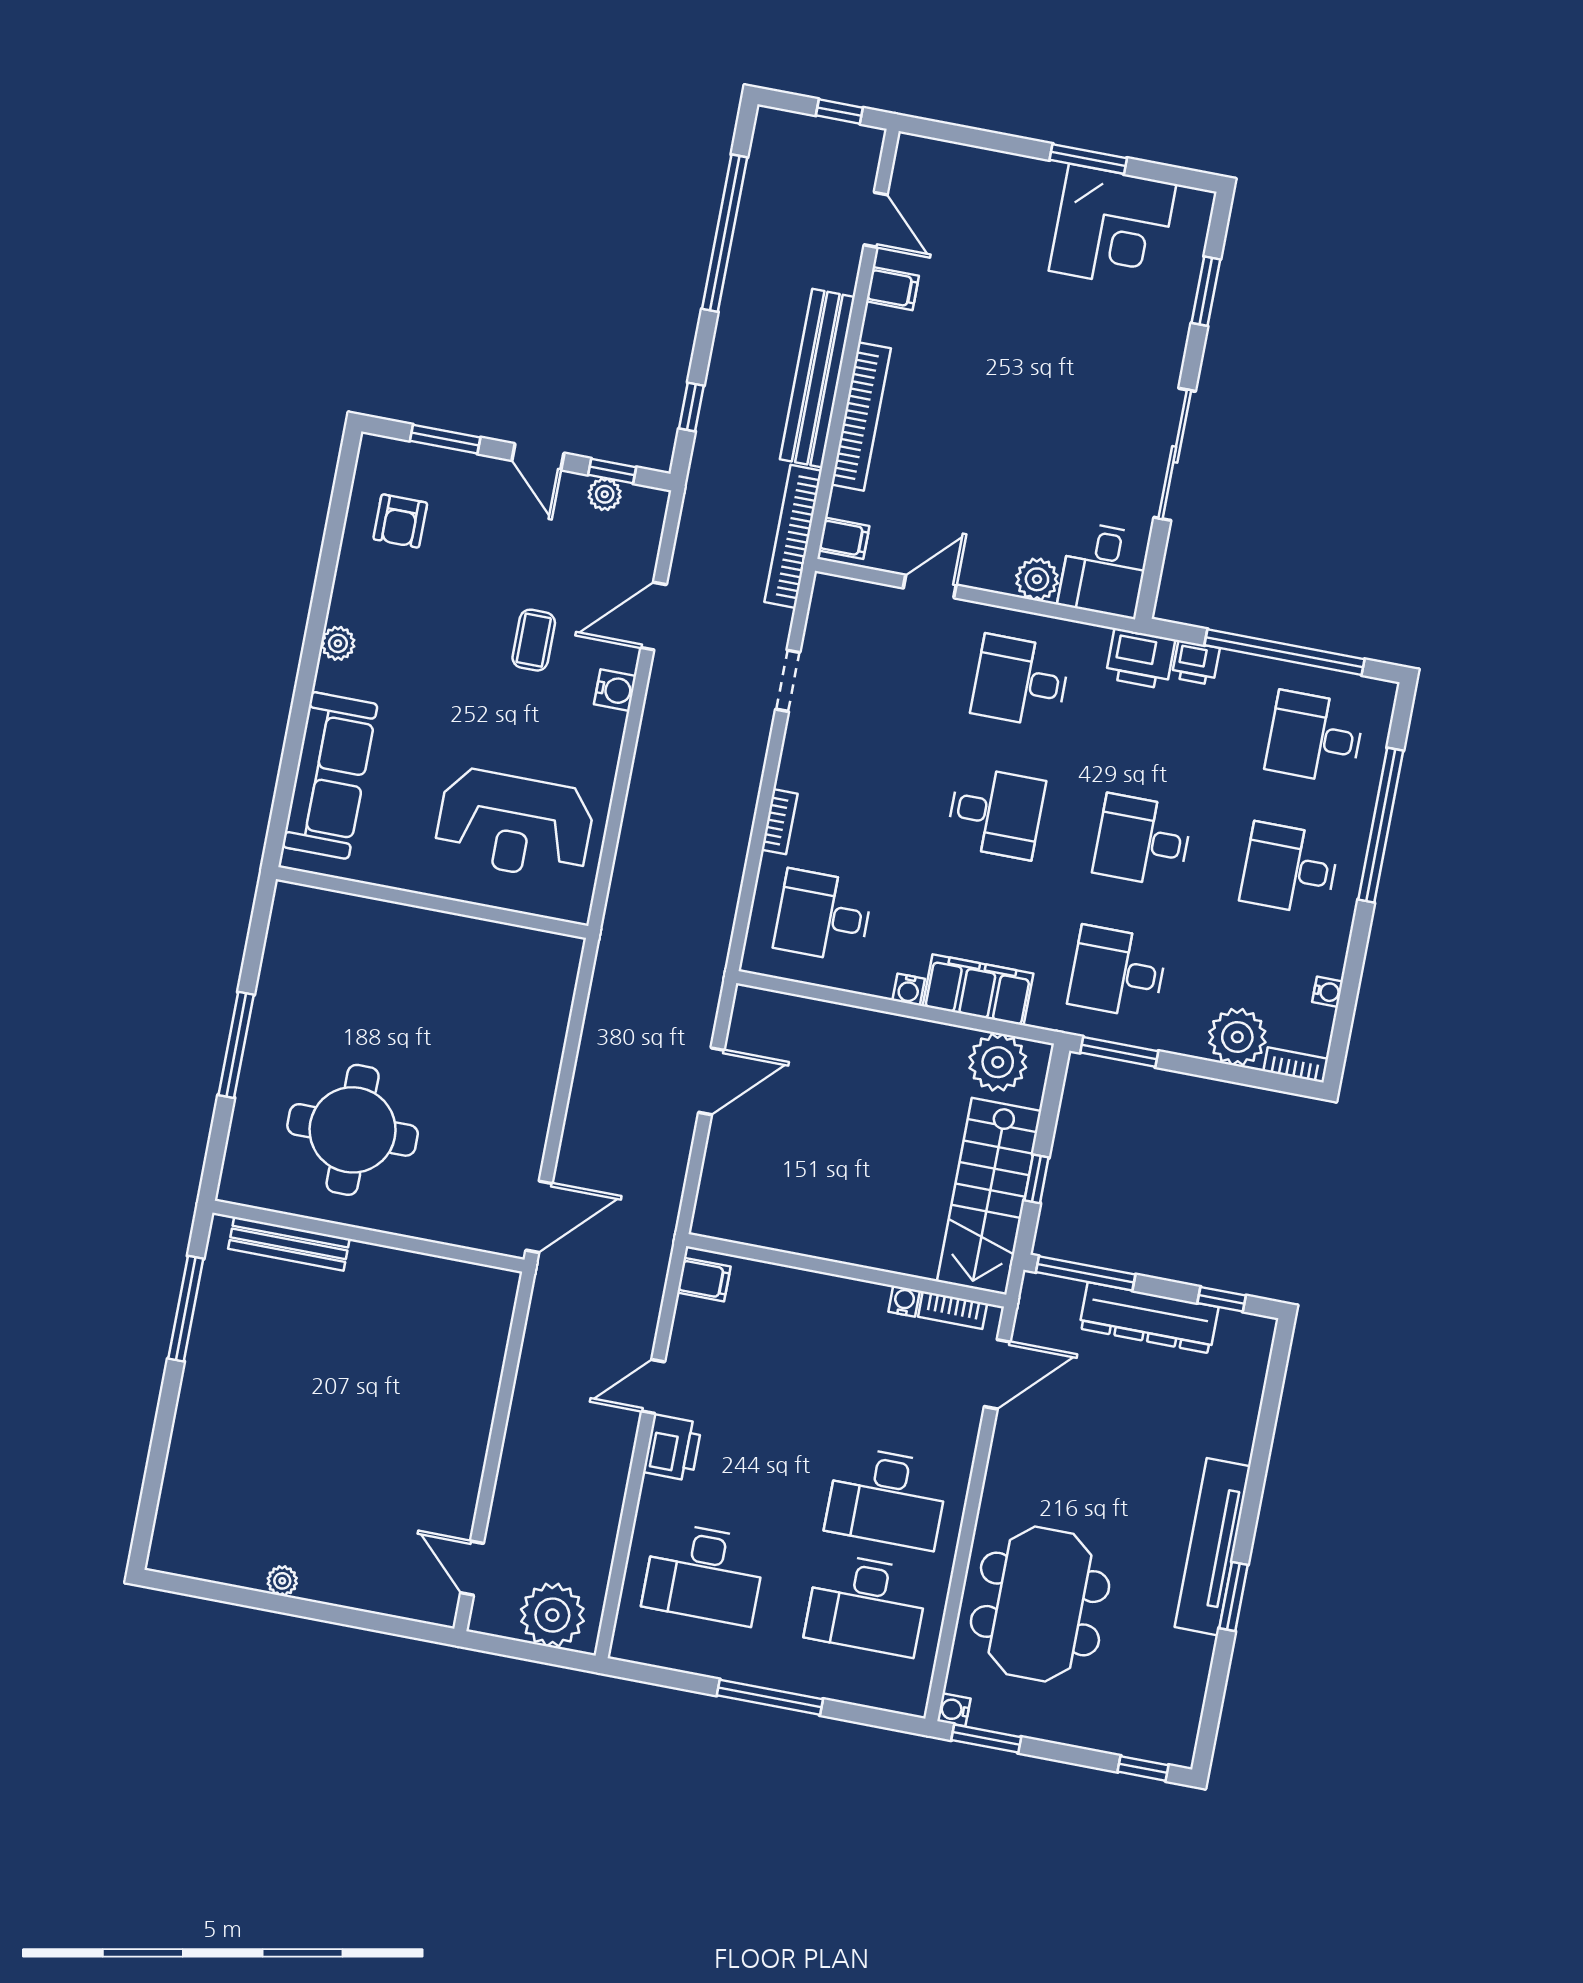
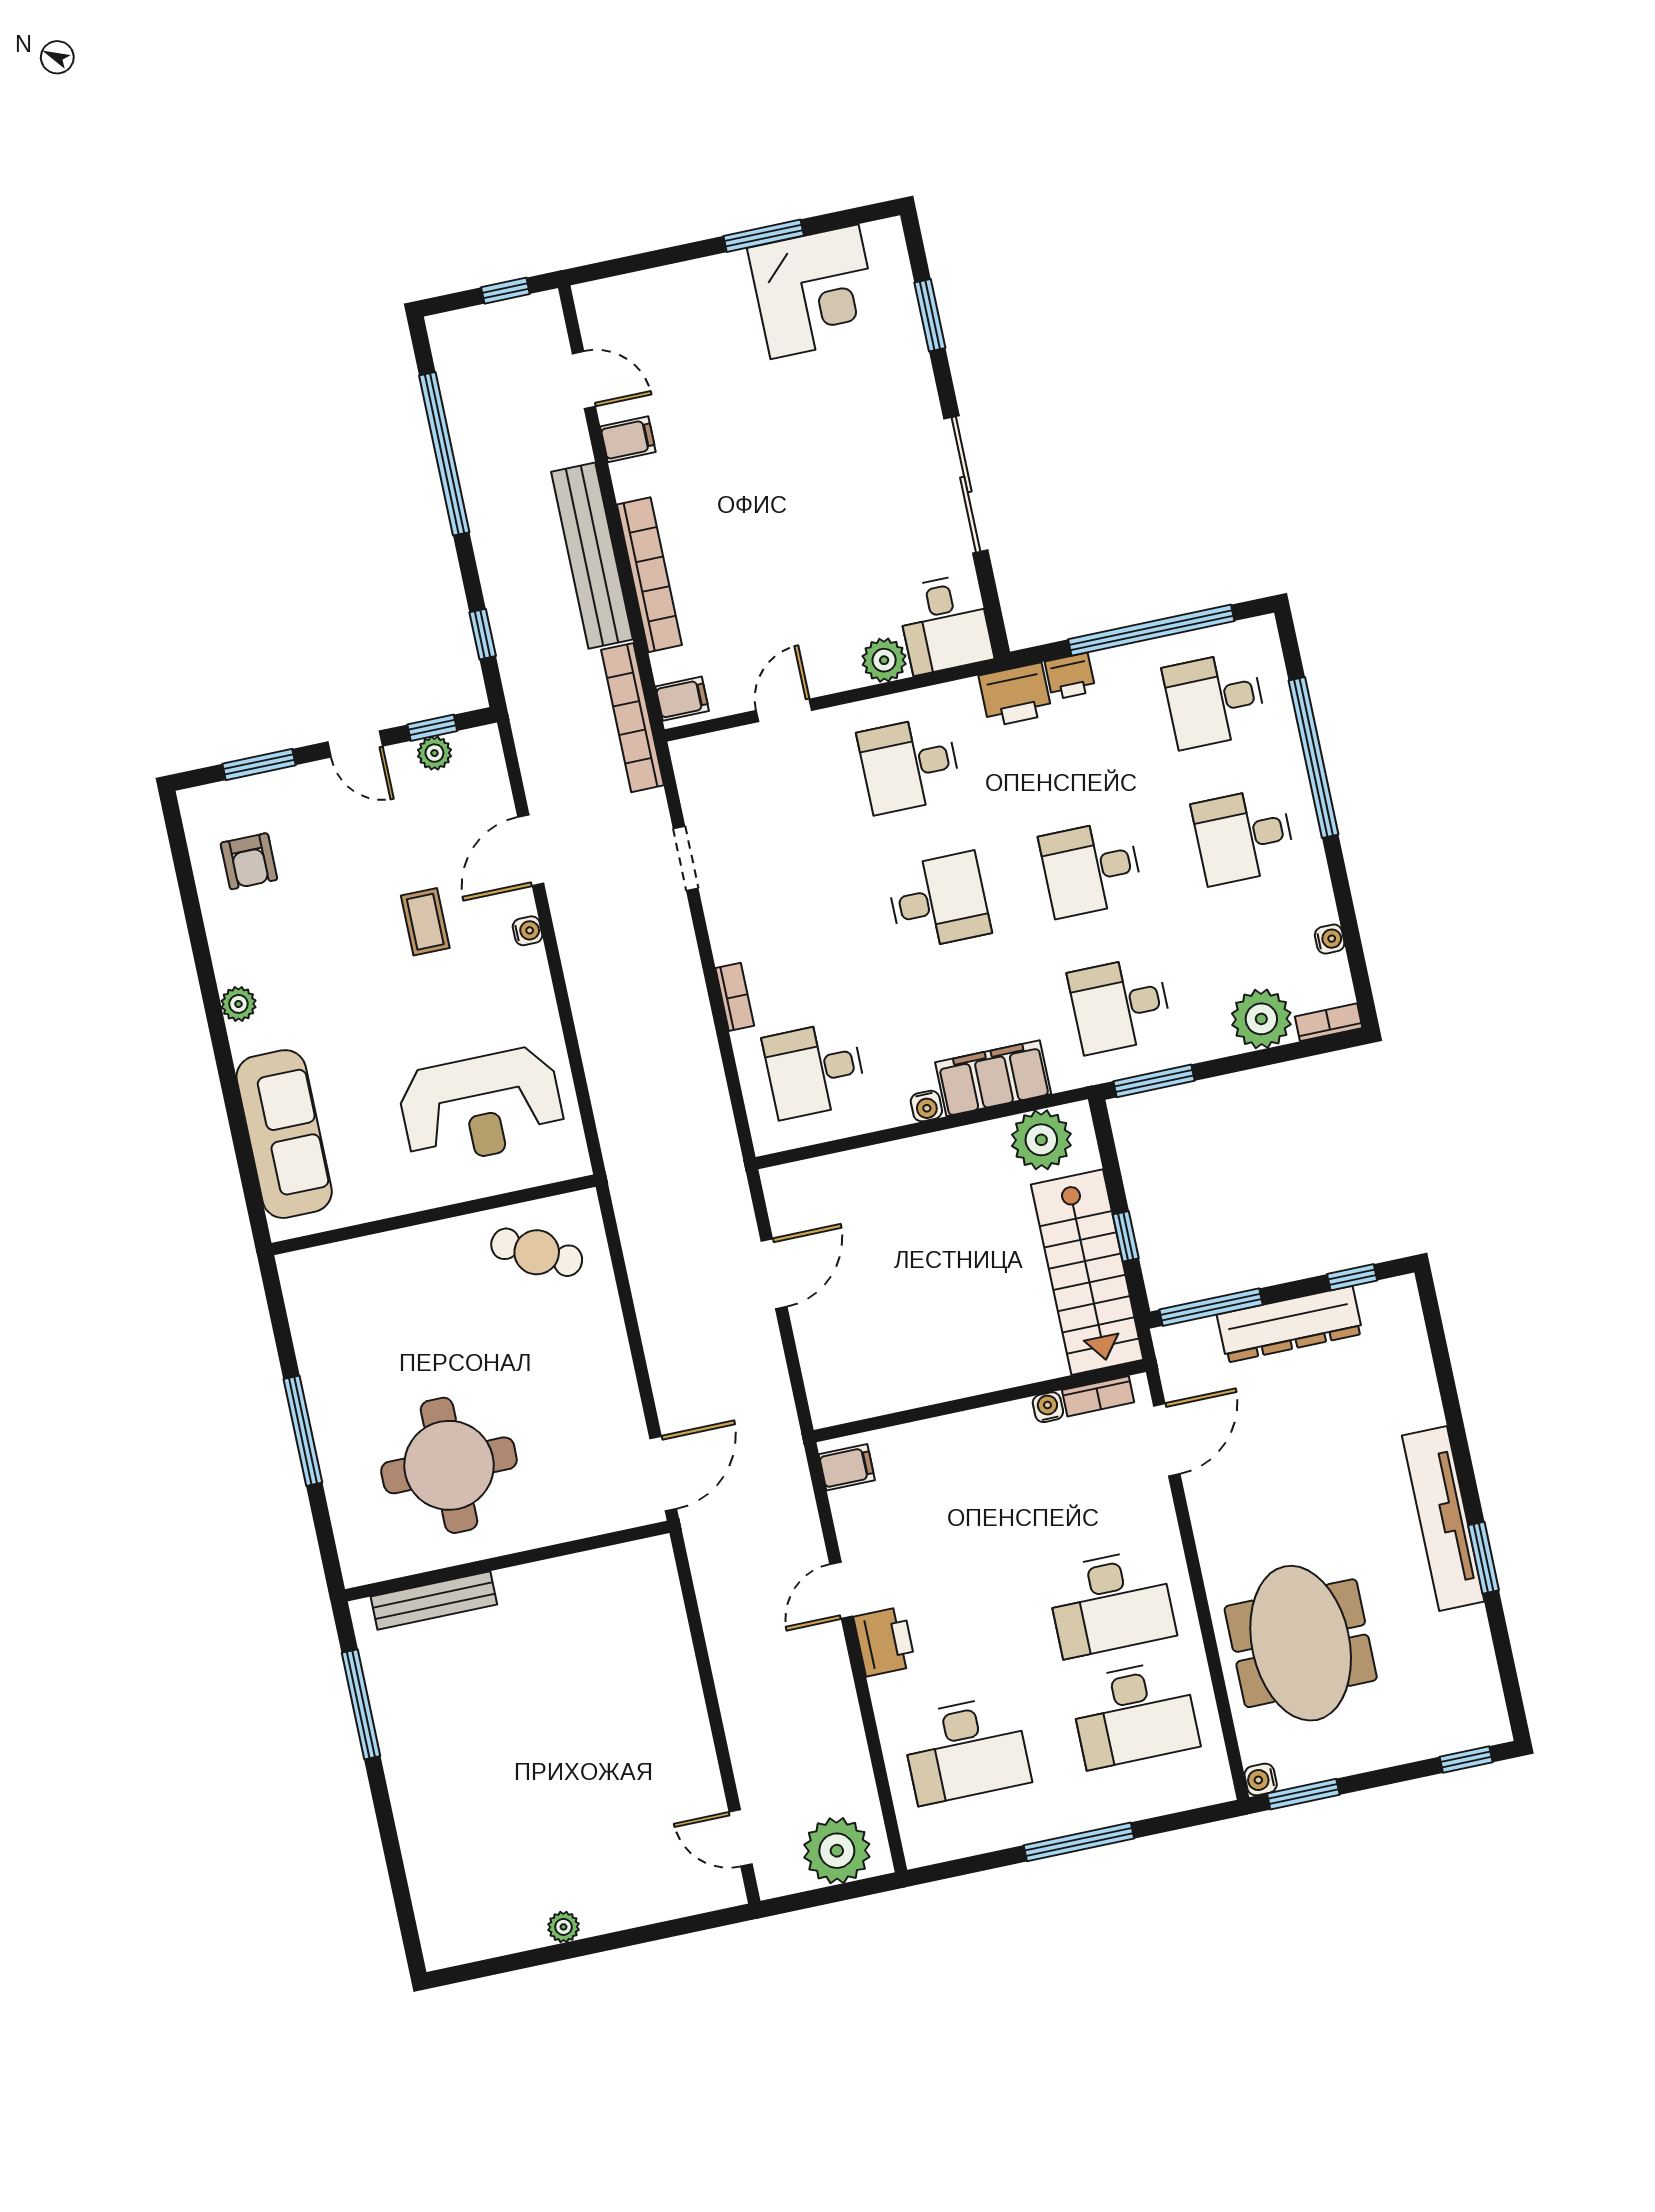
water cooler: (615, 690) -> (528, 931), width x0.72, depth x0.72
cafe table: (509, 974) -> (537, 1252), added

